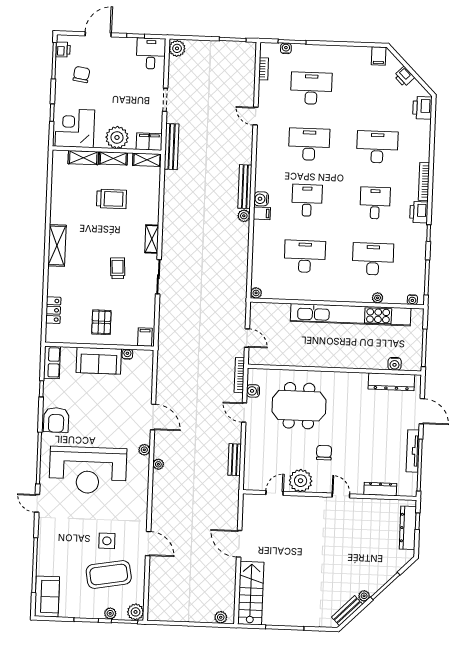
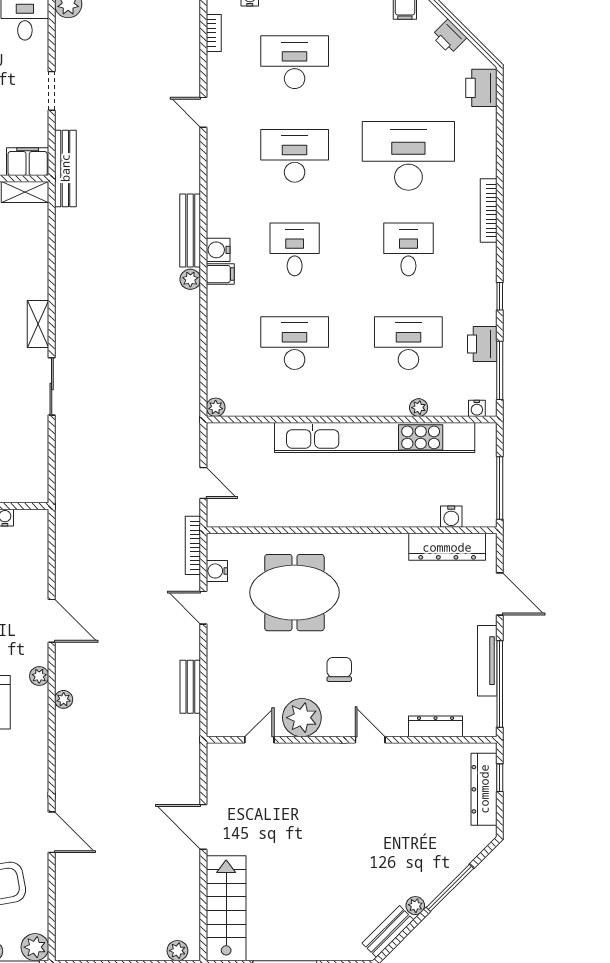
desk: (377, 147) -> (408, 156), width x1.36, depth x1.30
printer: (419, 212) -> (482, 344), moved
filing cabinet: (145, 337) -> (33, 488), removed

